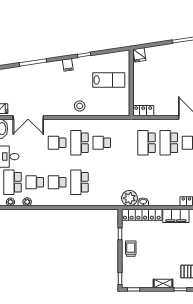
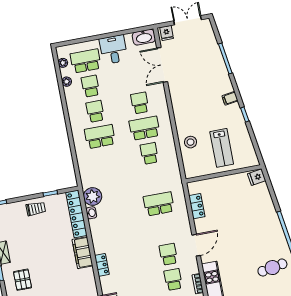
stool: (80, 106) -> (191, 142), moved
locker: (143, 111) -> (197, 206), moved
school desk: (169, 143) -> (164, 229), removed

